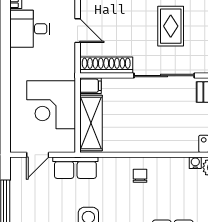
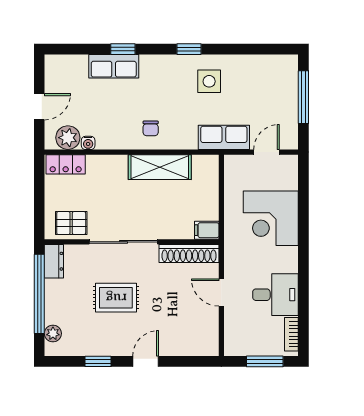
rug: (171, 26) -> (116, 298), turned 90
corner desk: (51, 105) -> (271, 218), moved, turned 180
shelving: (91, 123) -> (160, 167), moved, turned 90

